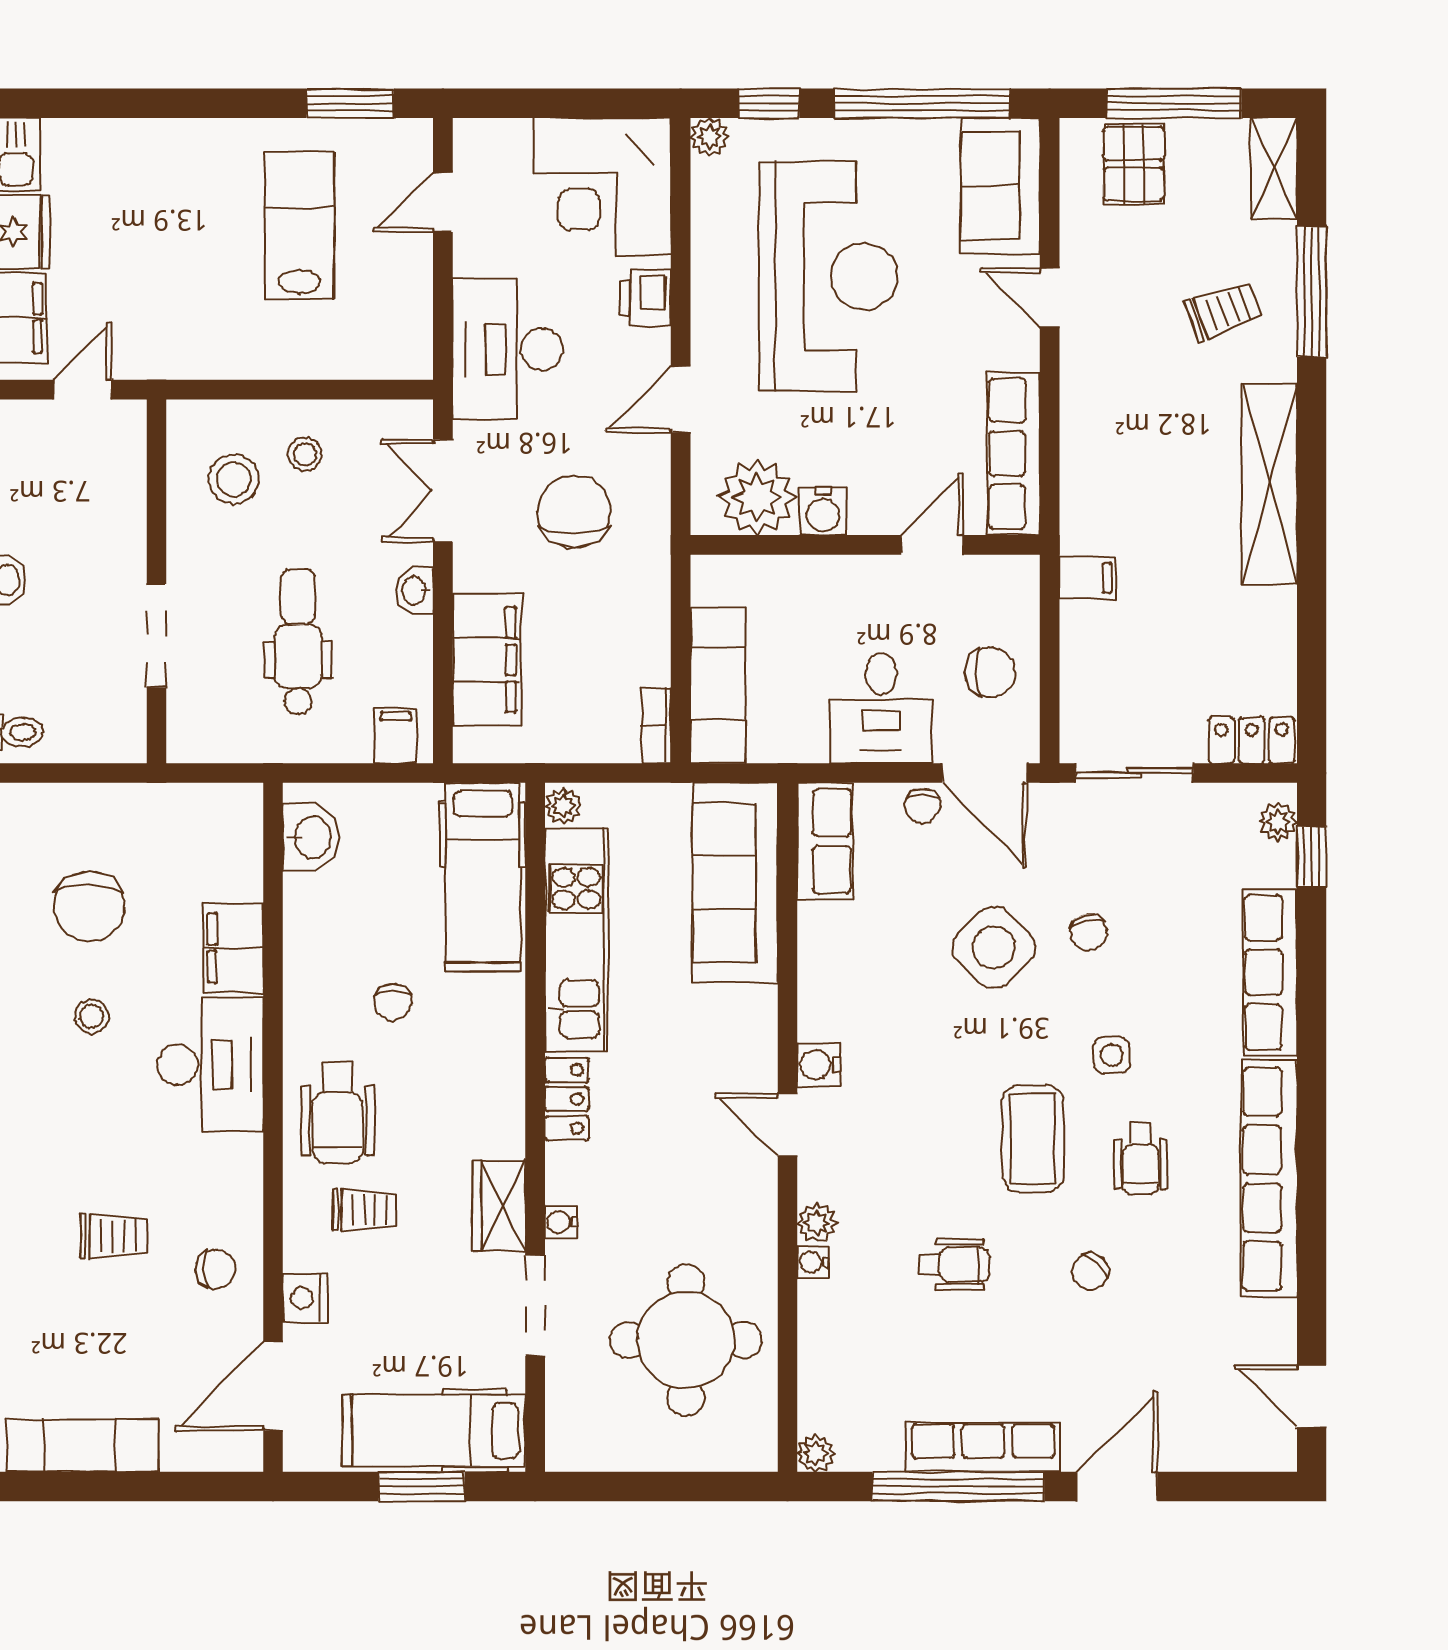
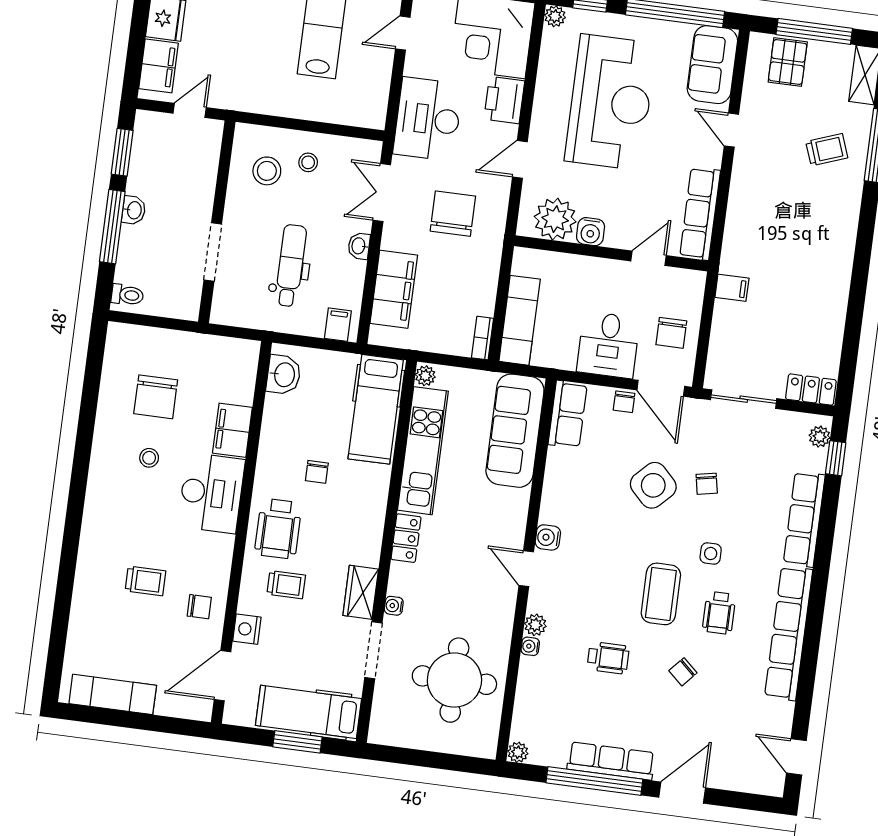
printer: (645, 298) -> (504, 100), width x1.36, depth x1.24
shelving: (1270, 484) -> (840, 249), removed
chair: (990, 672) -> (671, 333), turned 90

